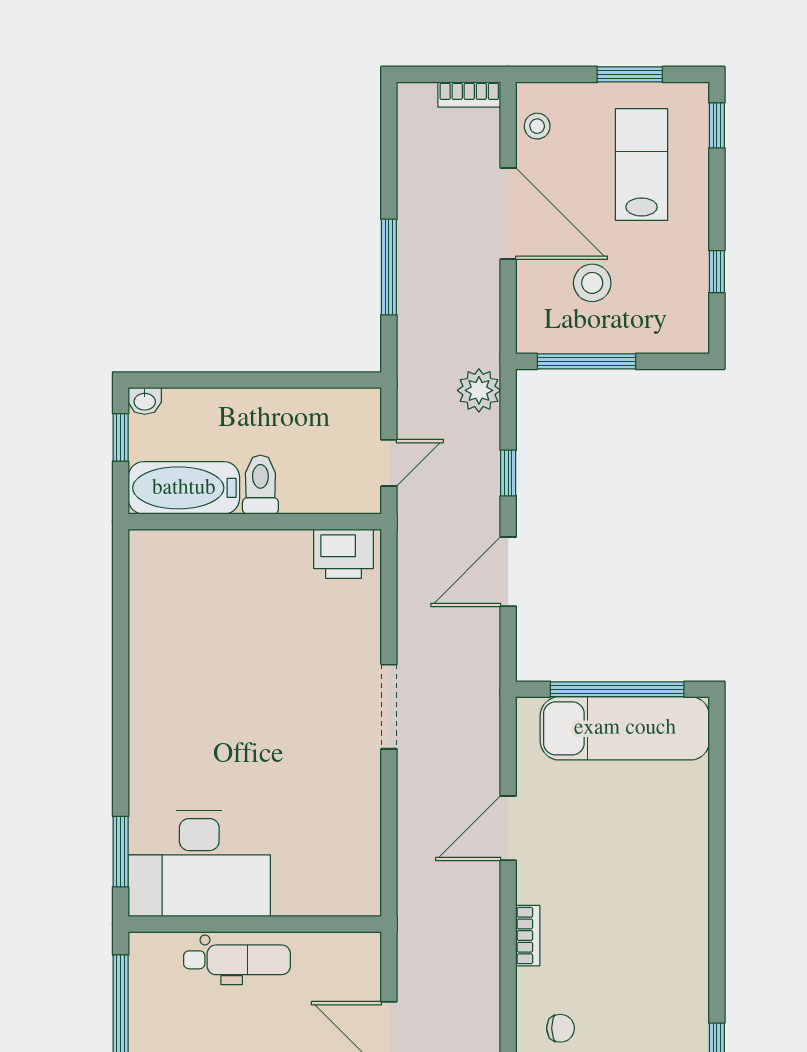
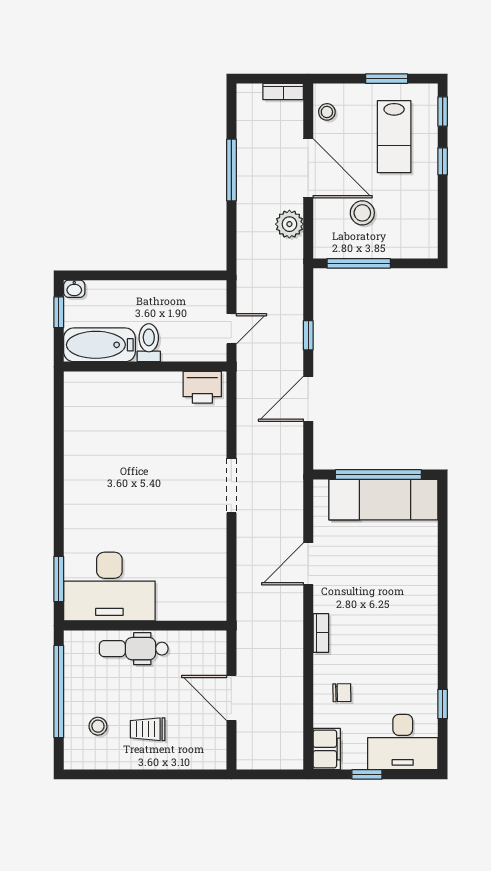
lab bench: (642, 165) -> (394, 137), turned 180
window: (389, 267) -> (231, 170), moved
window: (717, 272) -> (443, 161), moved
plant: (479, 390) -> (289, 224), moved
dental chair: (237, 960) -> (134, 649), turned 180

